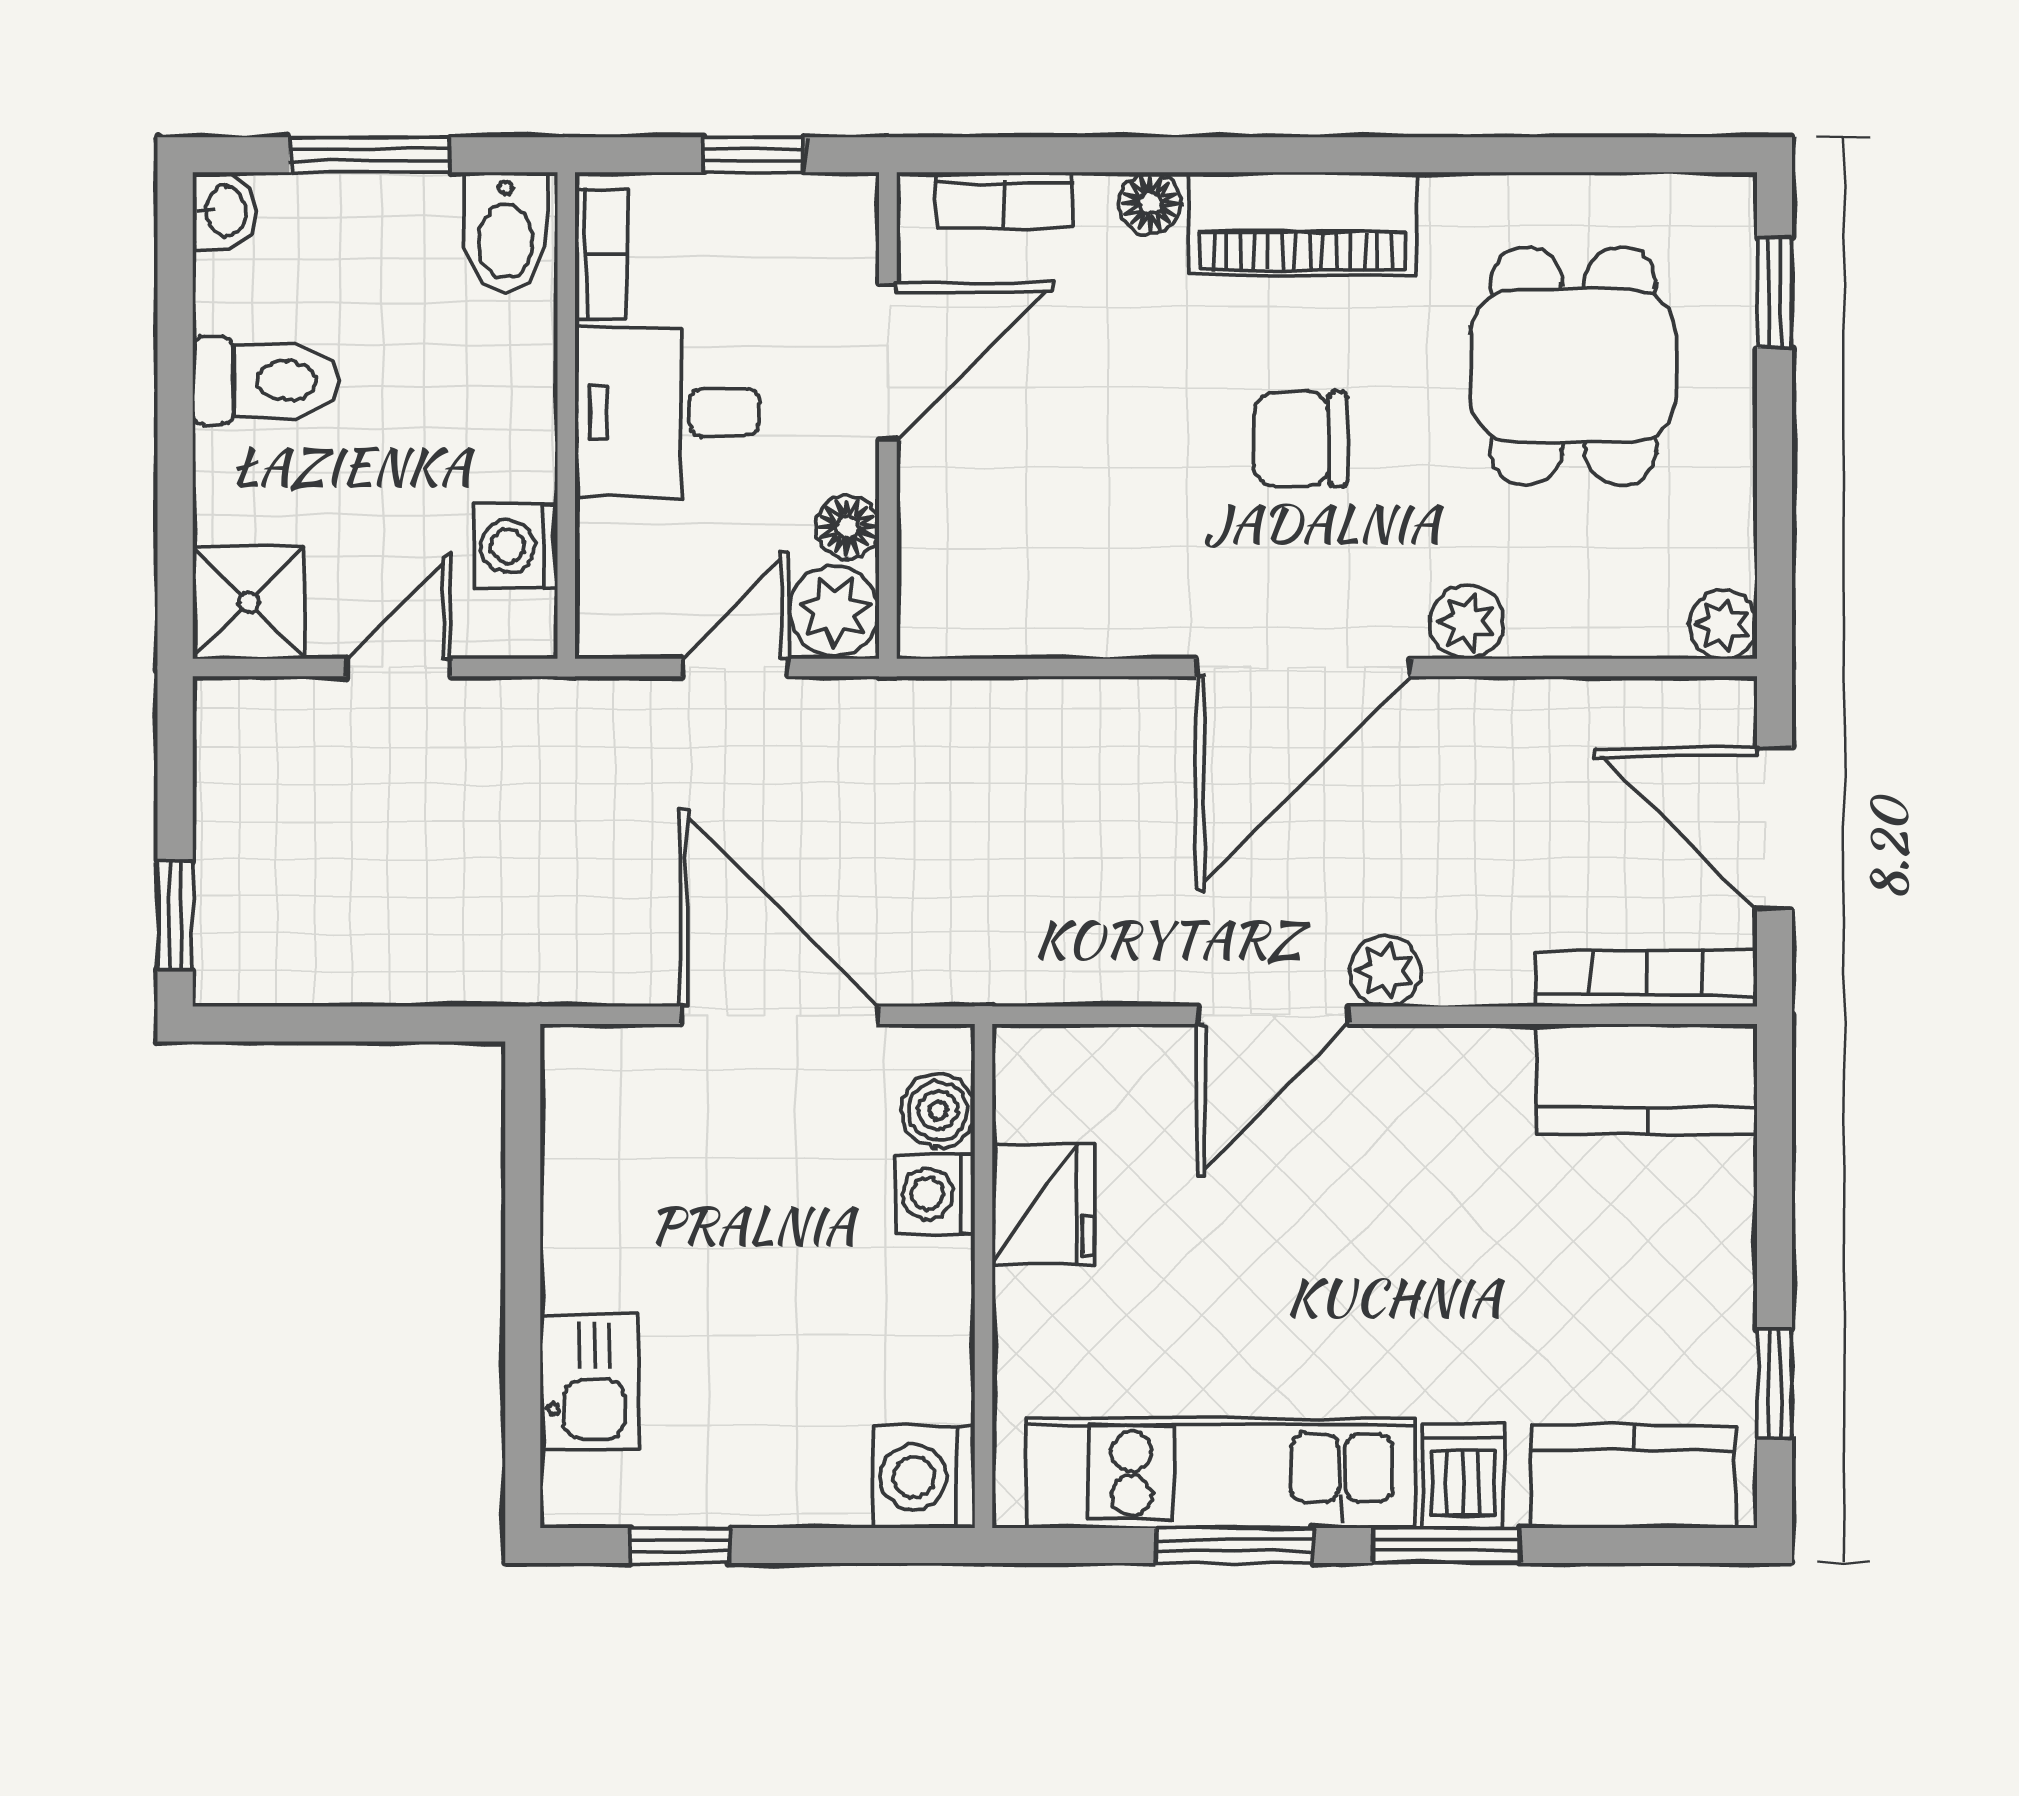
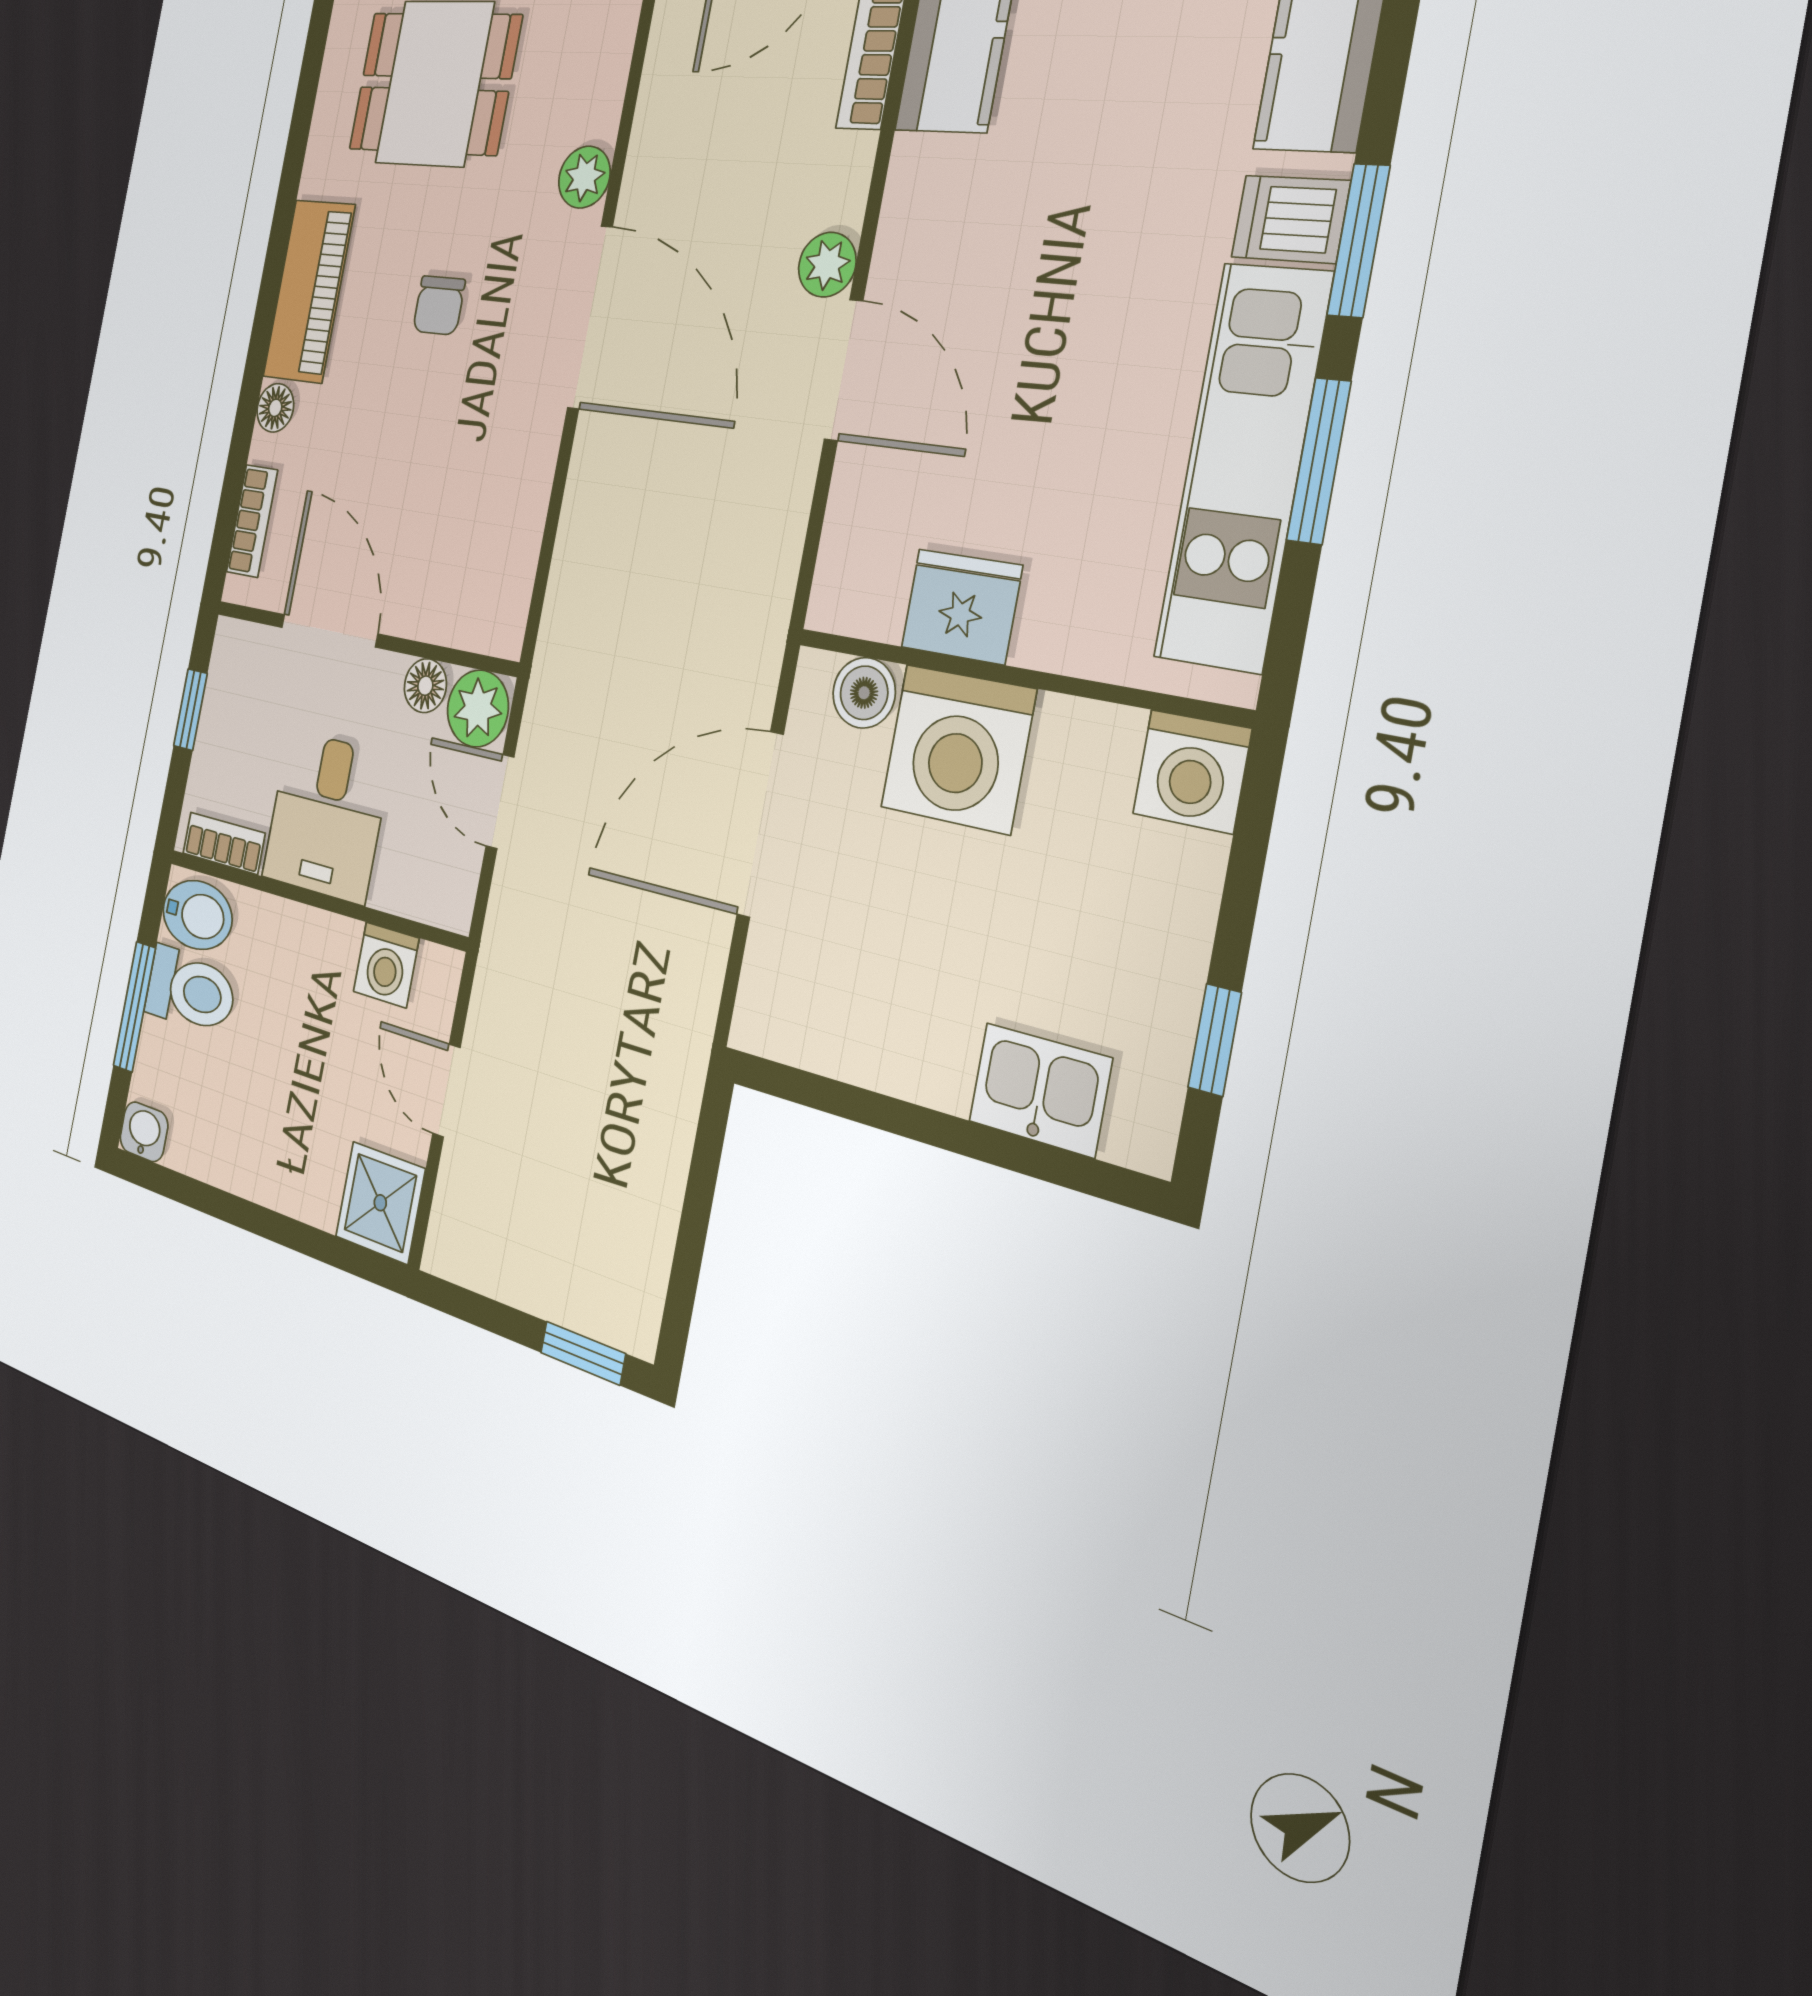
toilet: (266, 381) -> (191, 991), moved, turned 90
chair: (1300, 439) -> (439, 305), width x0.73, depth x0.73
washing machine: (935, 1194) -> (958, 749), width x1.89, depth x1.89

